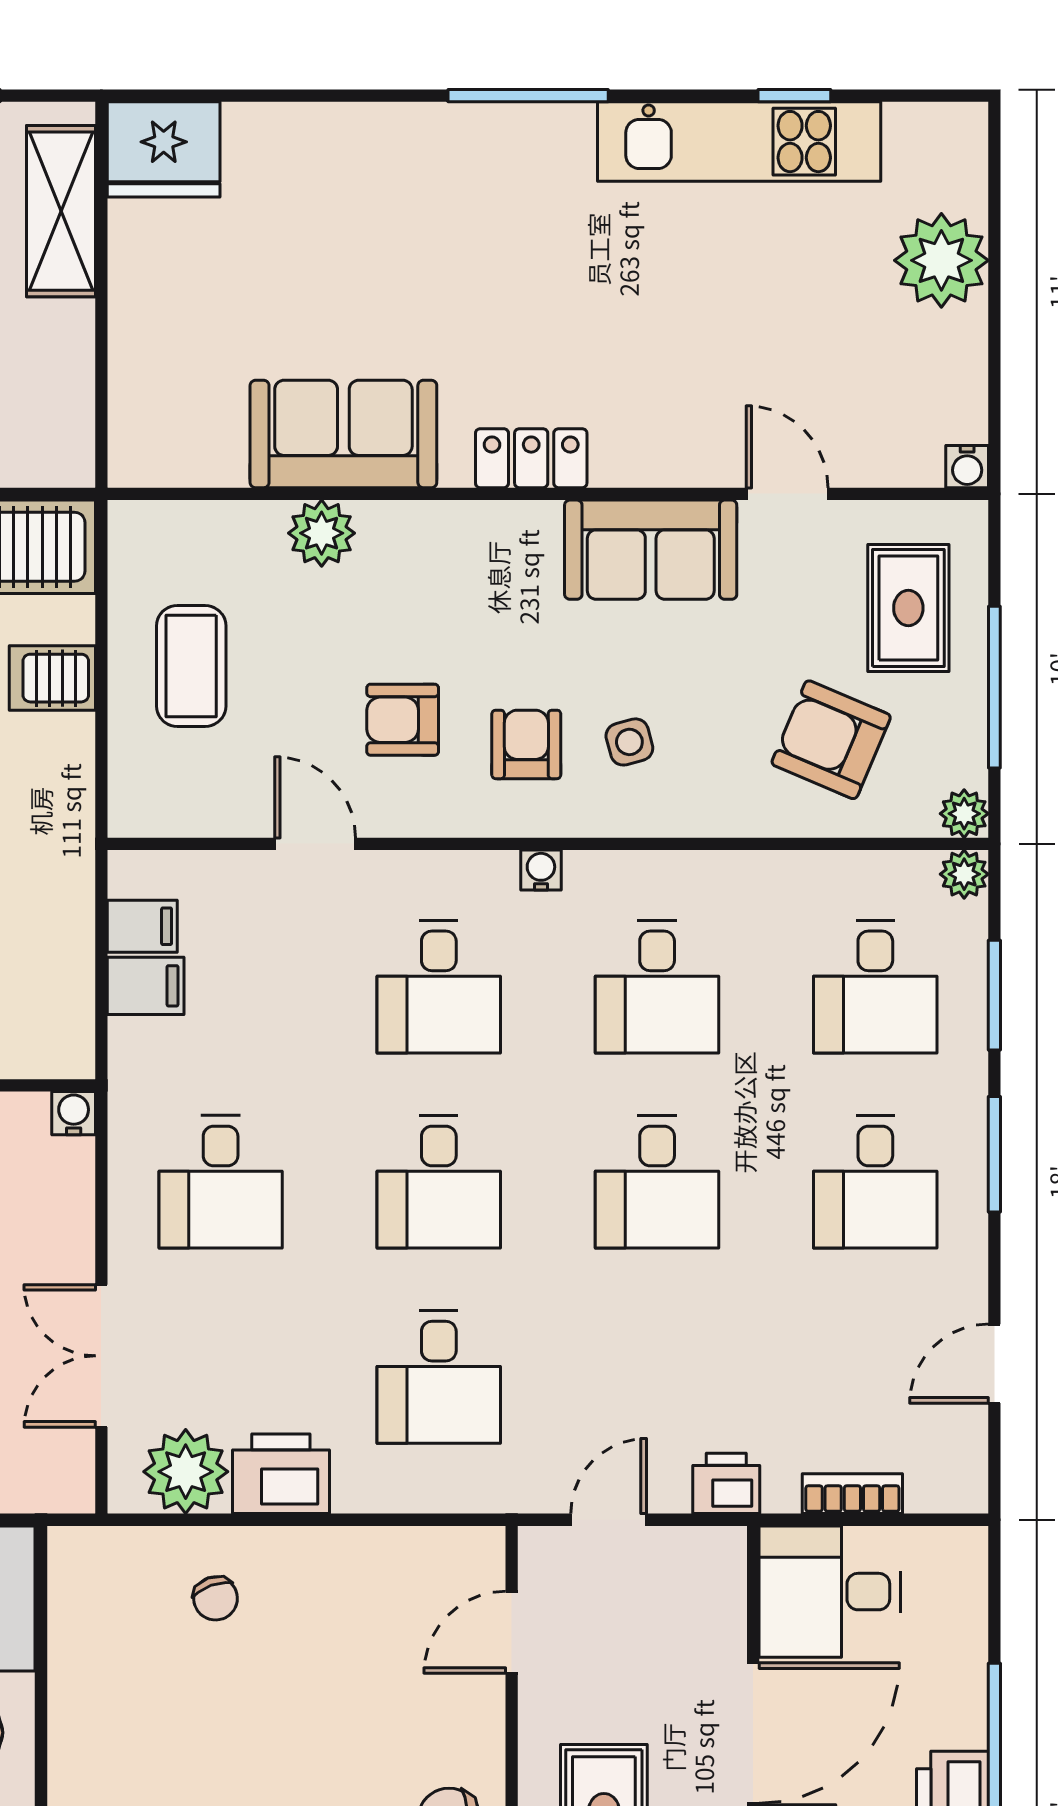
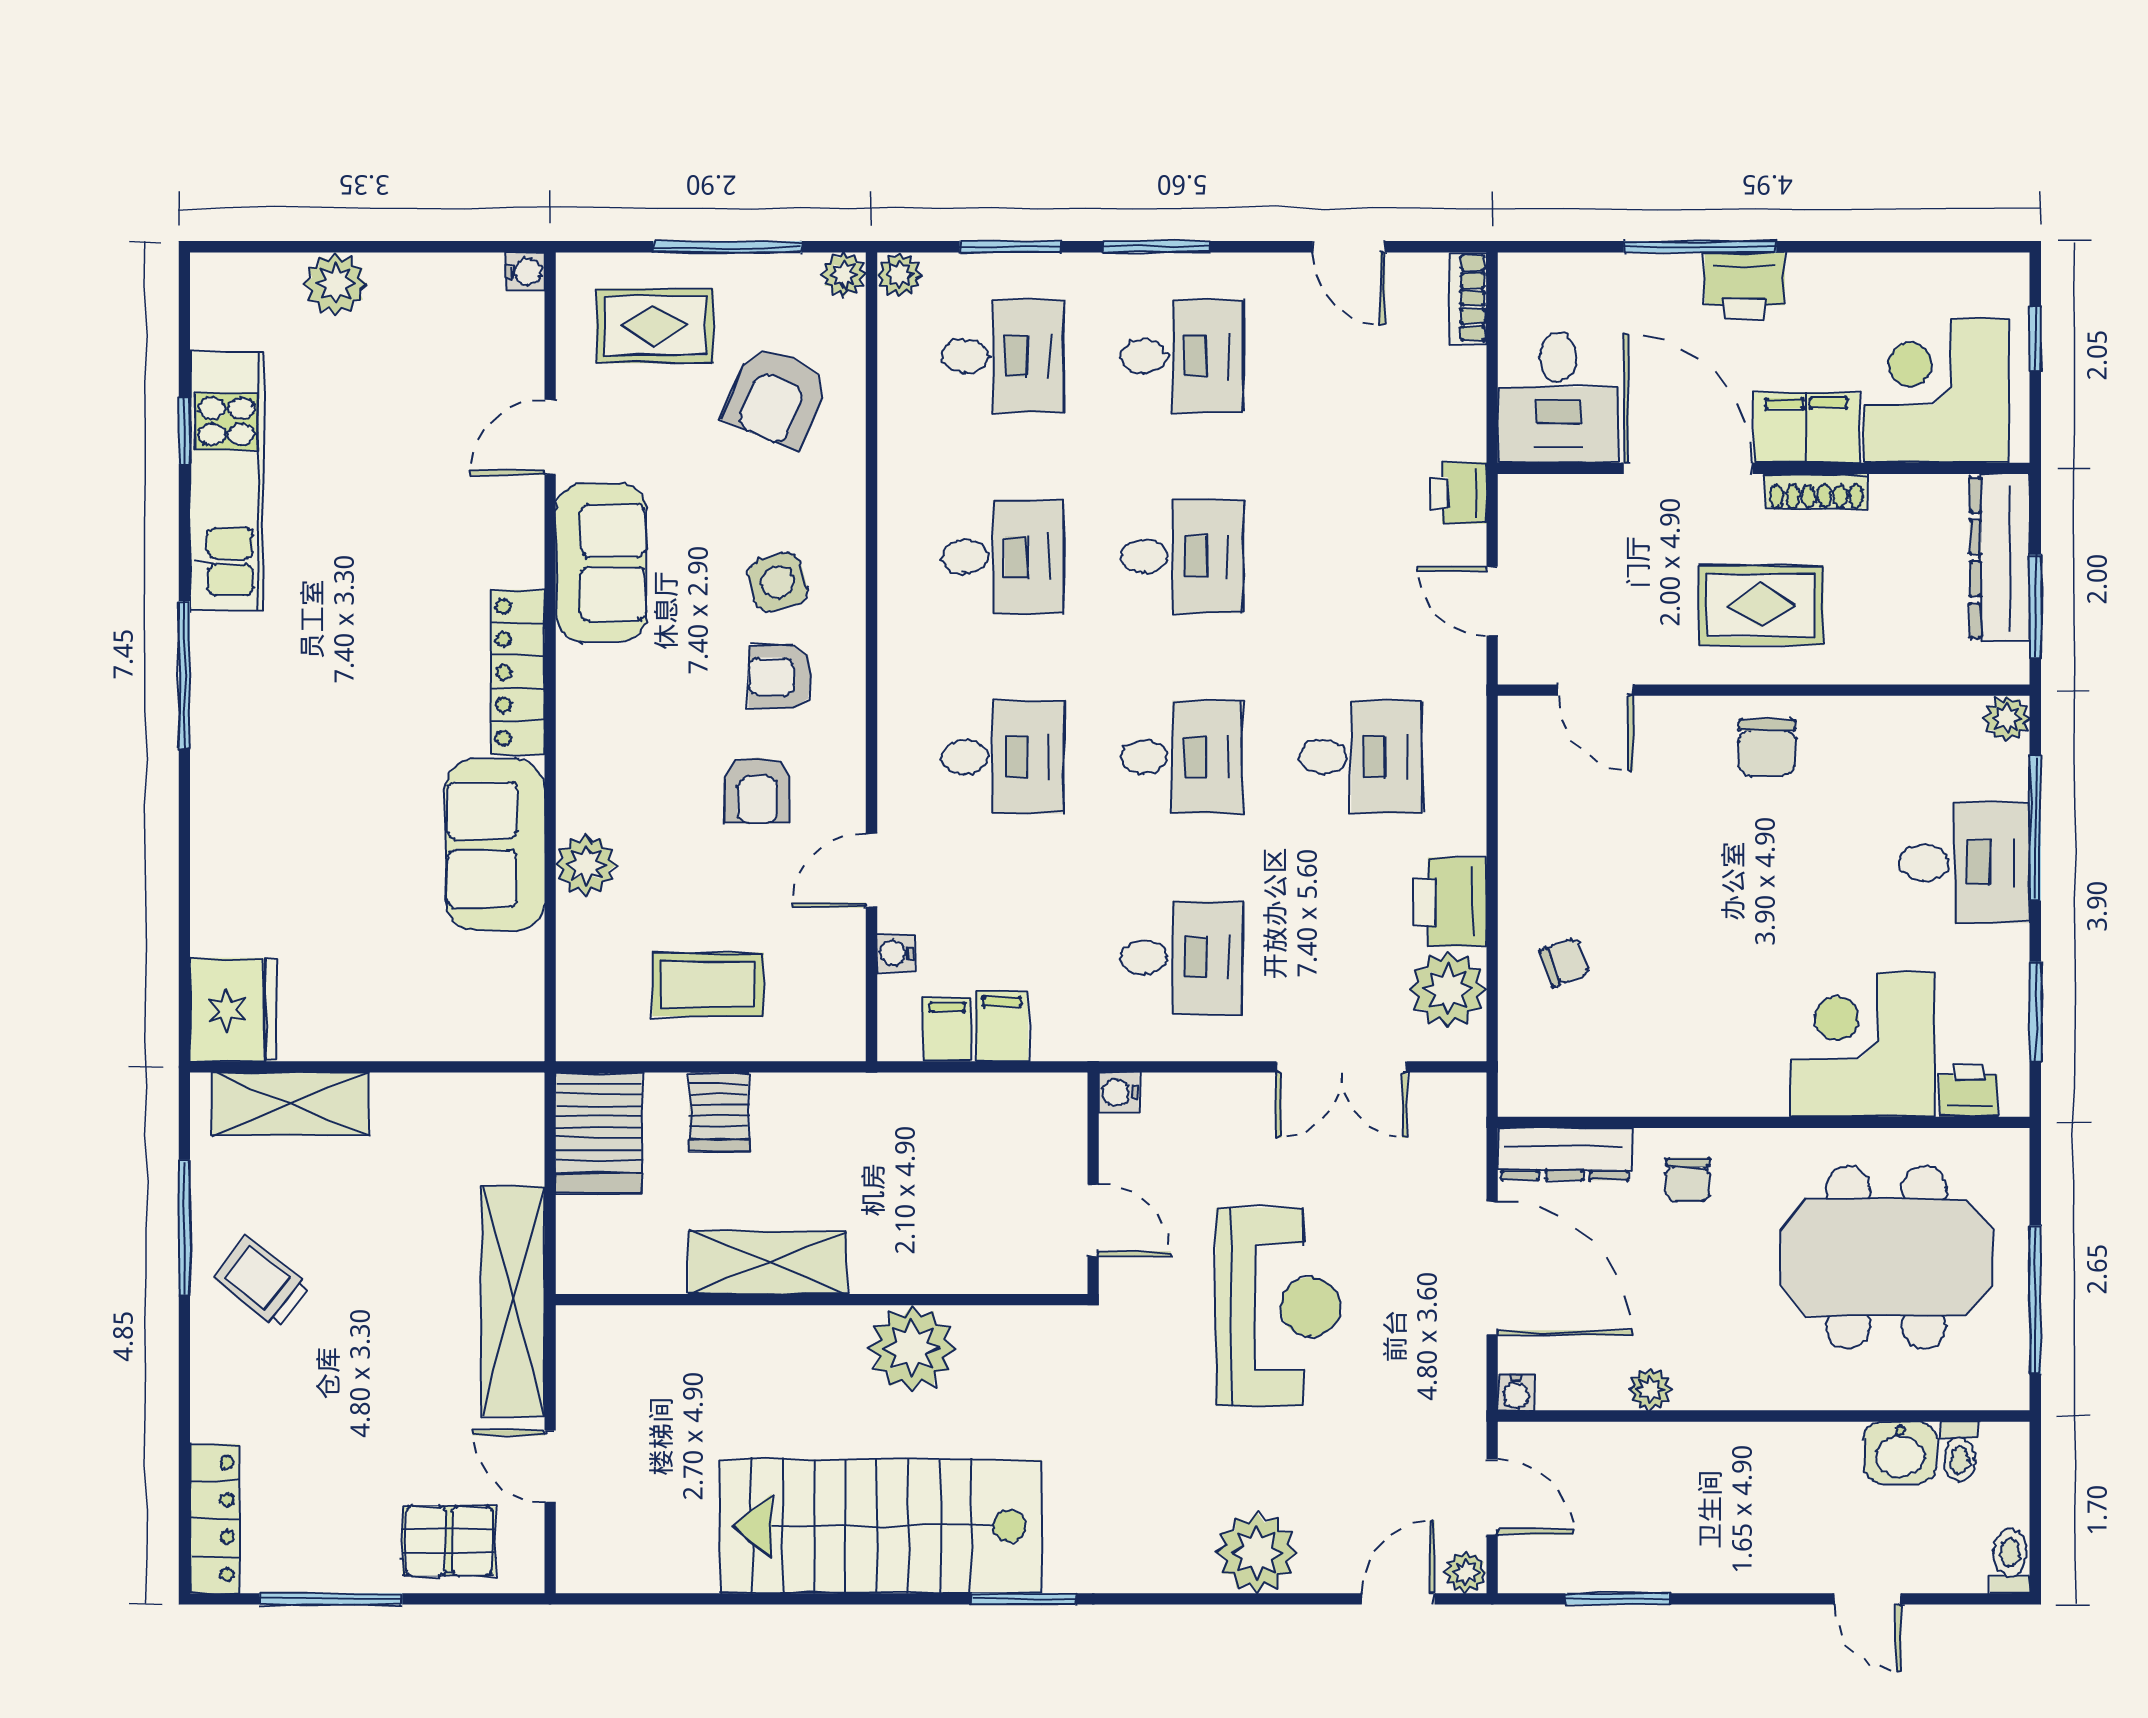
plant: (941, 260) -> (336, 284), width x0.73, depth x0.73
locker: (531, 458) -> (517, 672), width x1.53
side table: (629, 742) -> (778, 582), width x1.37, depth x1.37
water cooler: (541, 870) -> (895, 953), moved
bookcase: (852, 1494) -> (1468, 298), moved

